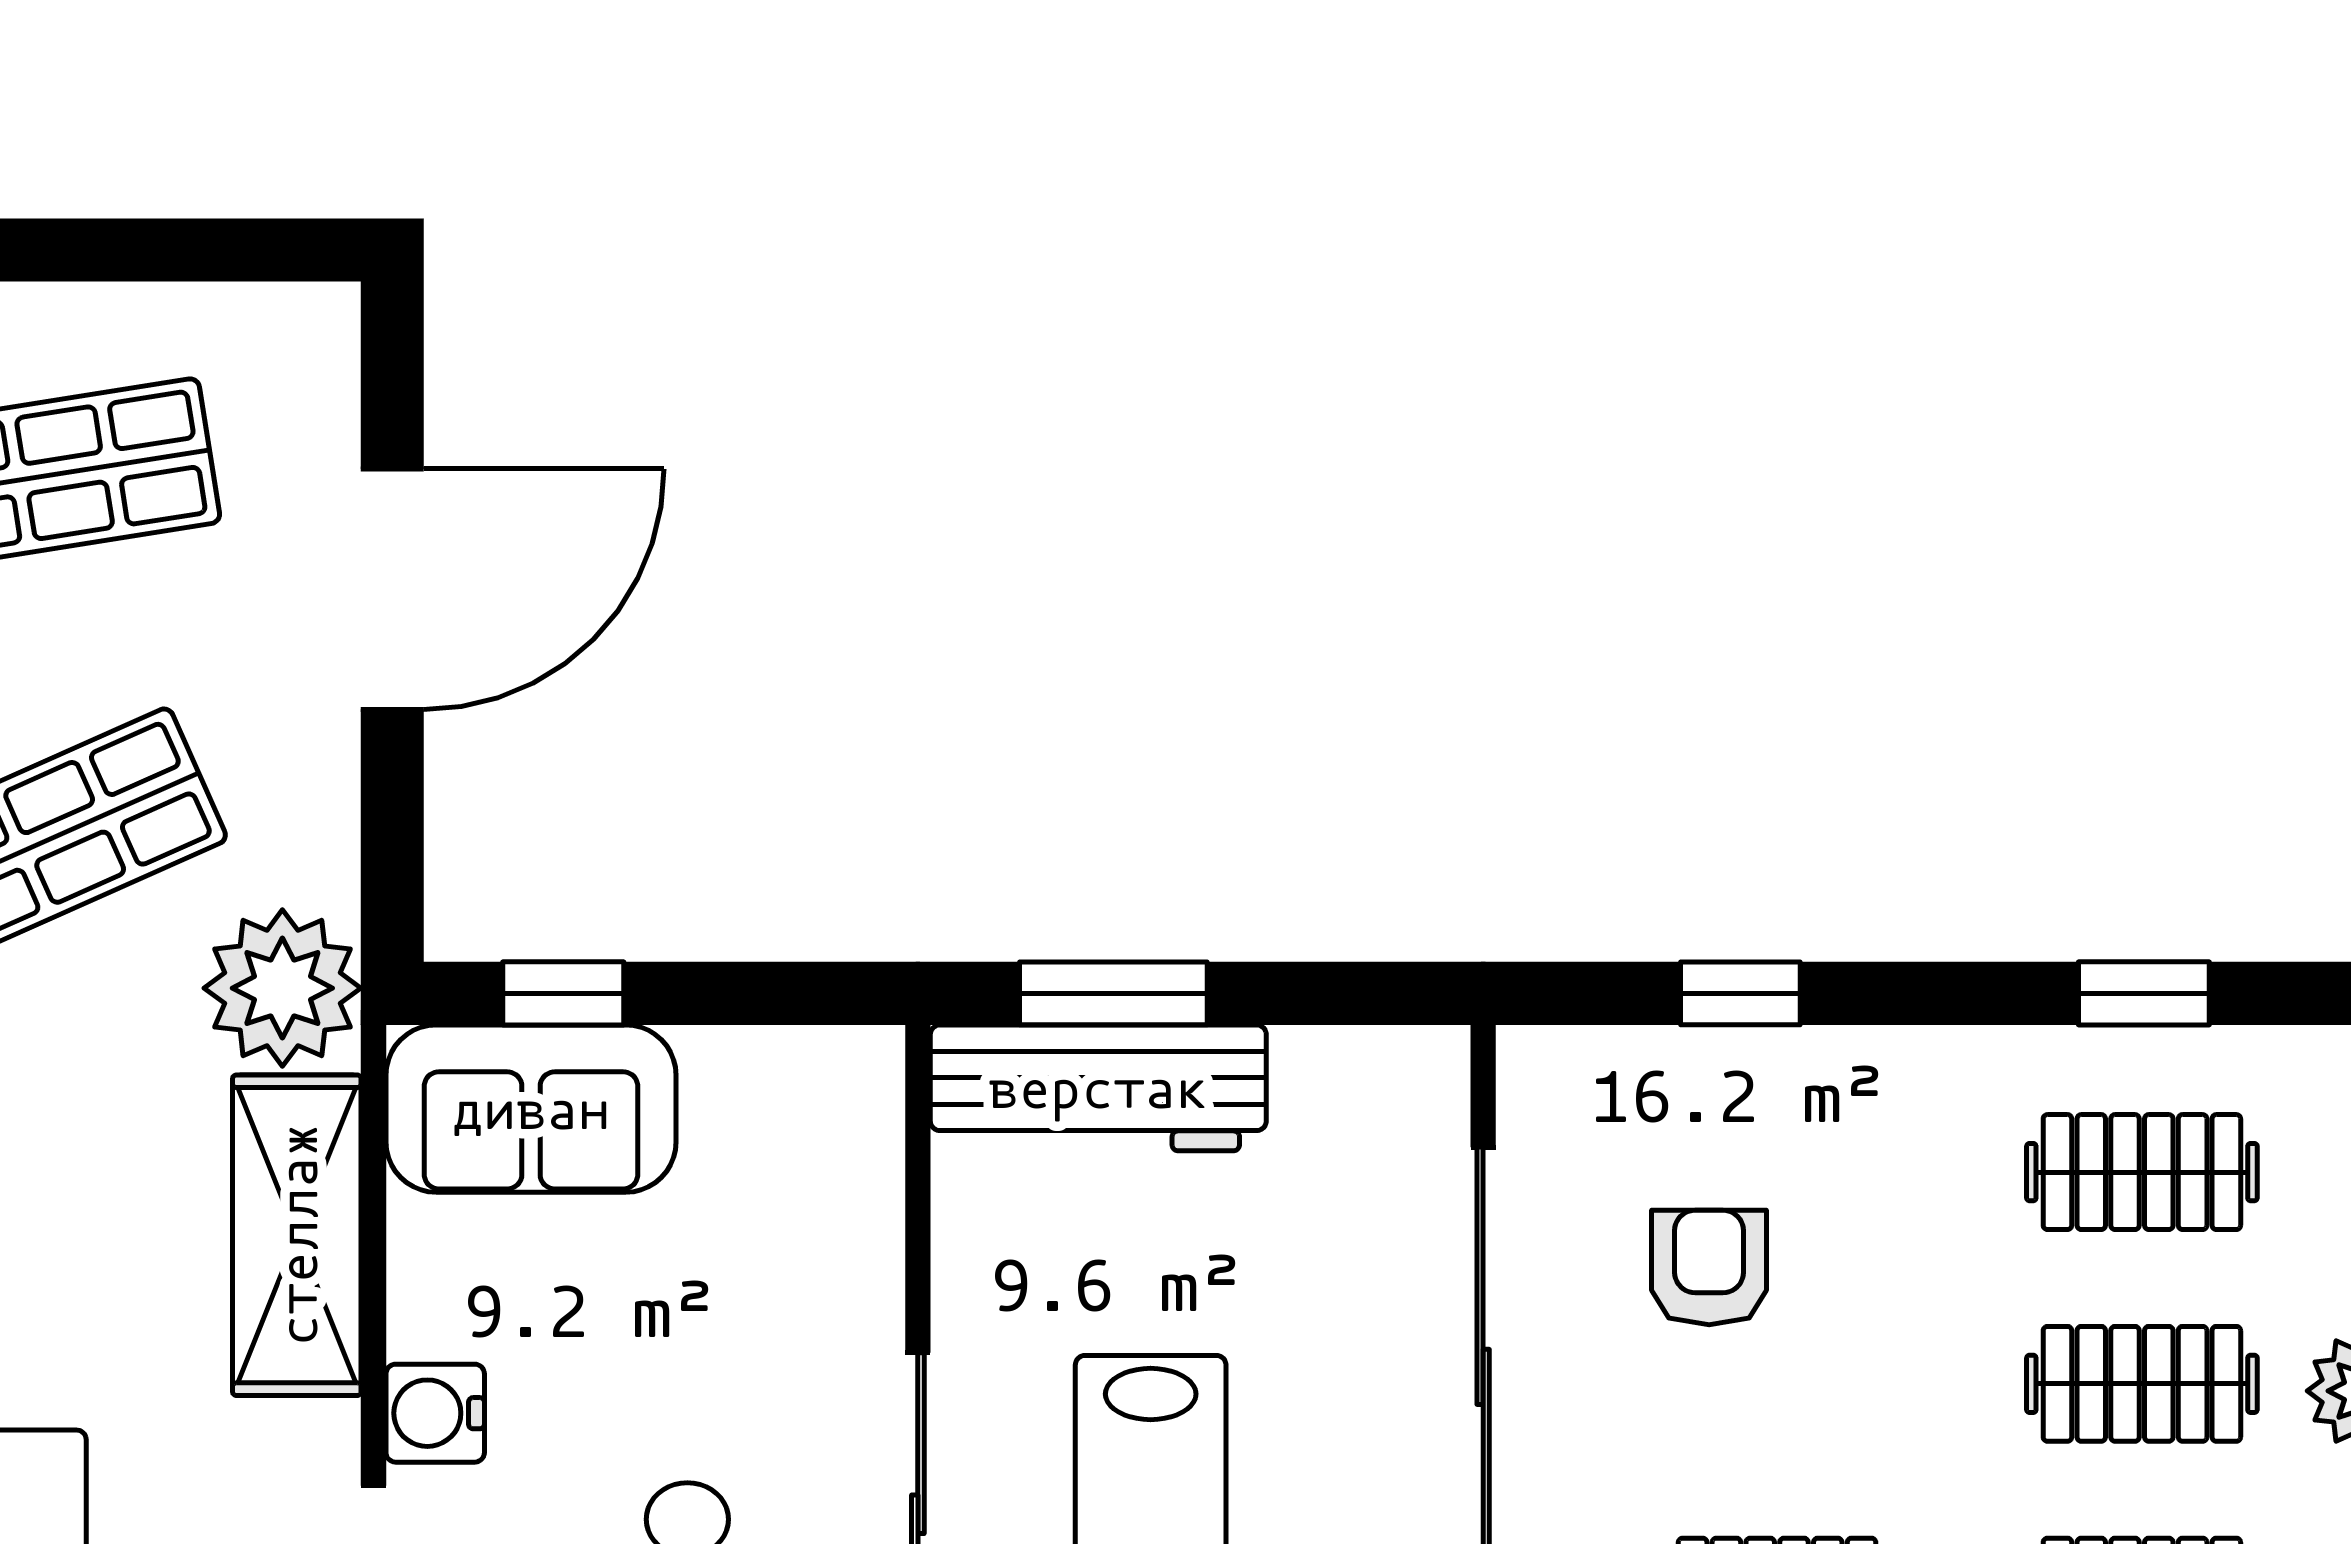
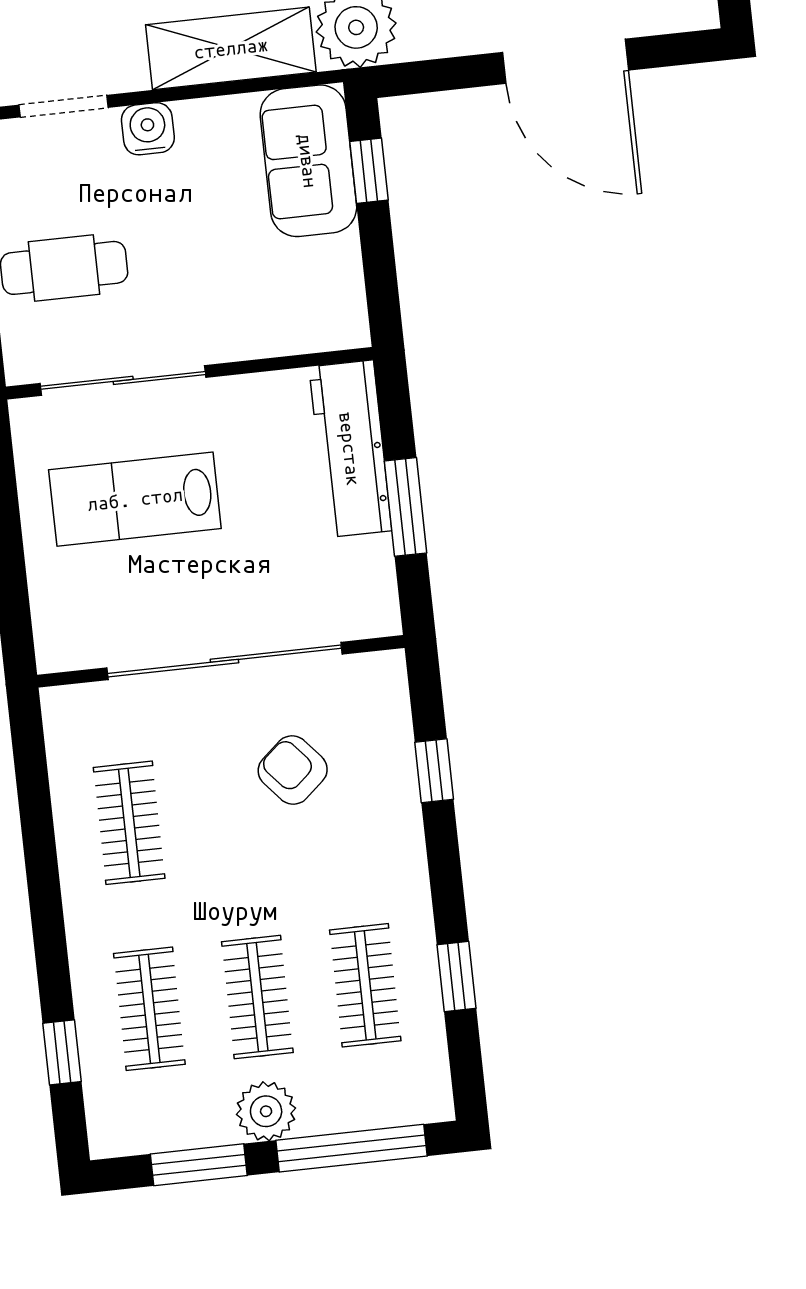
window: (1113, 993) -> (405, 507), moved
armchair: (1709, 1268) -> (293, 770), turned -131

